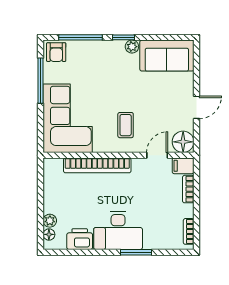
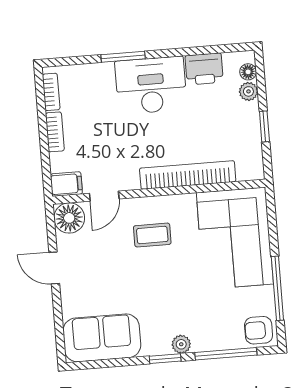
plant: (132, 47) -> (181, 344), moved
armchair: (56, 52) -> (259, 330), turned -90
door: (196, 107) -> (54, 268), hinge flipped
coffee table: (126, 125) -> (152, 235), turned 90
bookcase: (188, 189) -> (55, 132), moved
window: (41, 195) -> (264, 126), added

